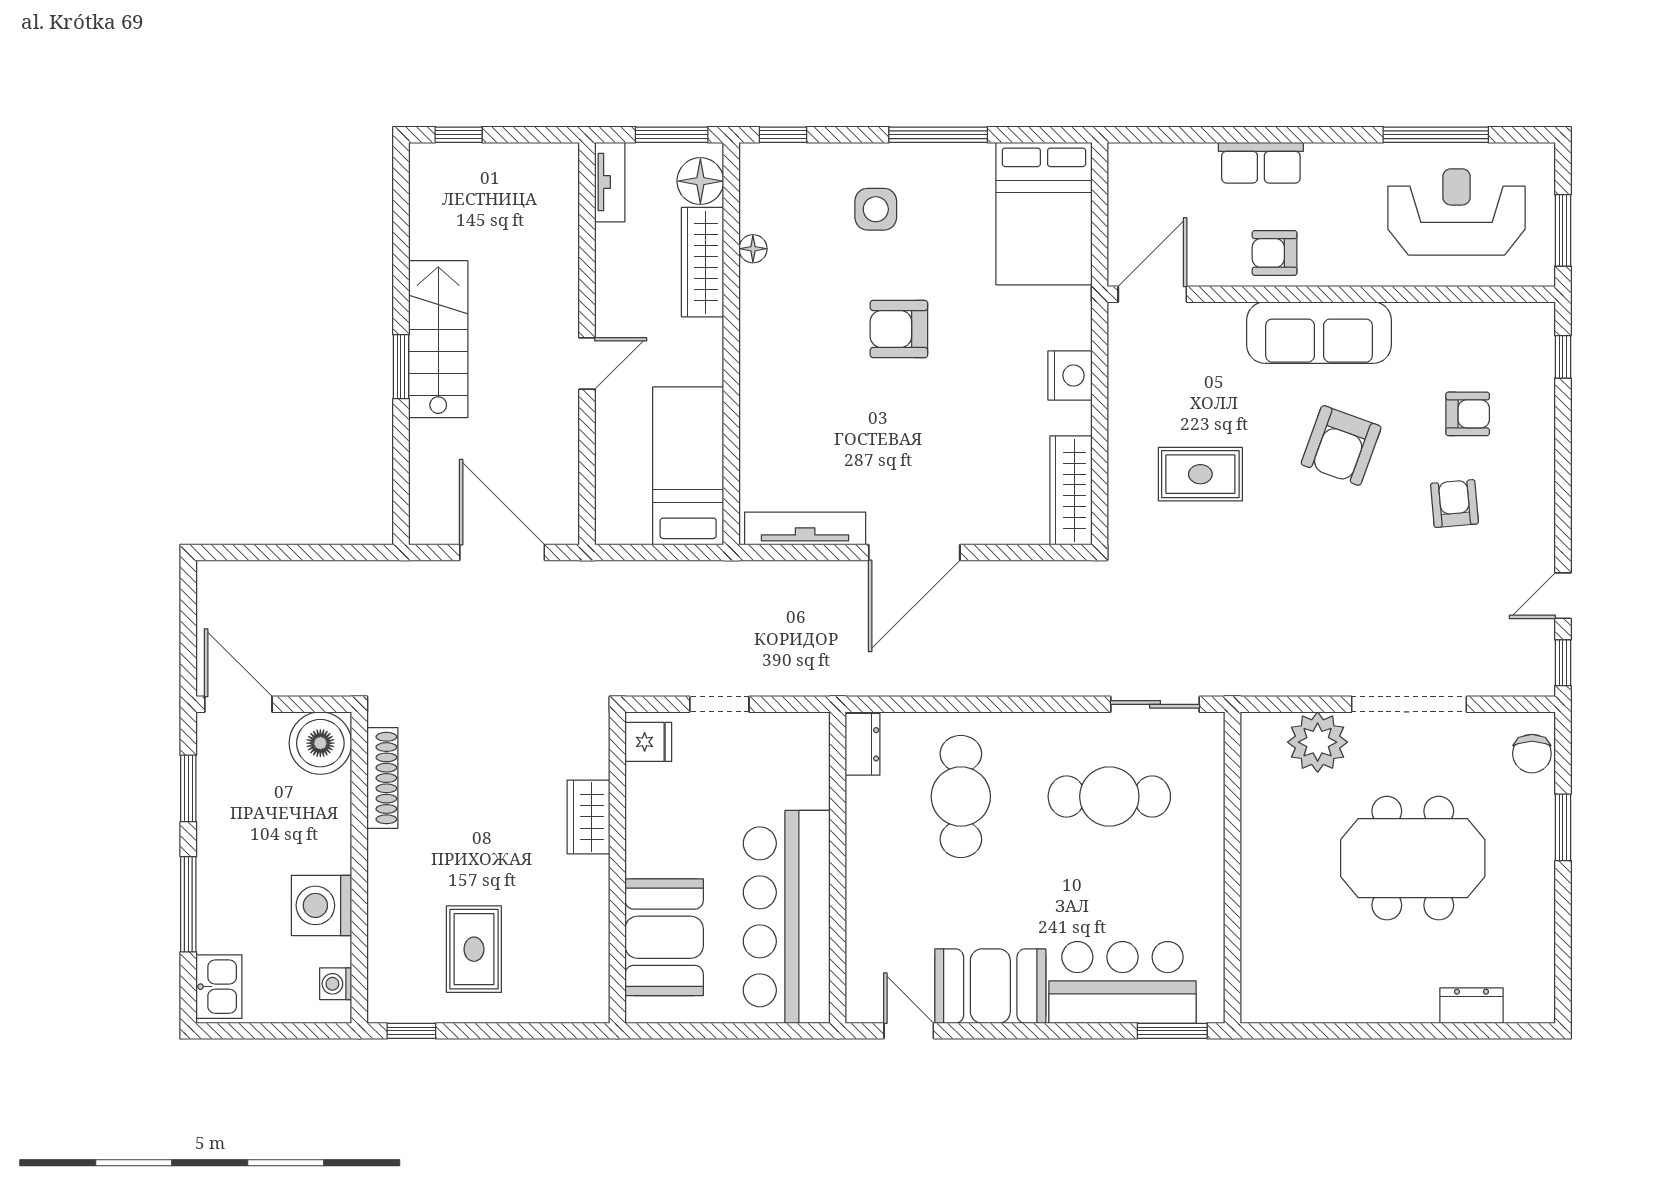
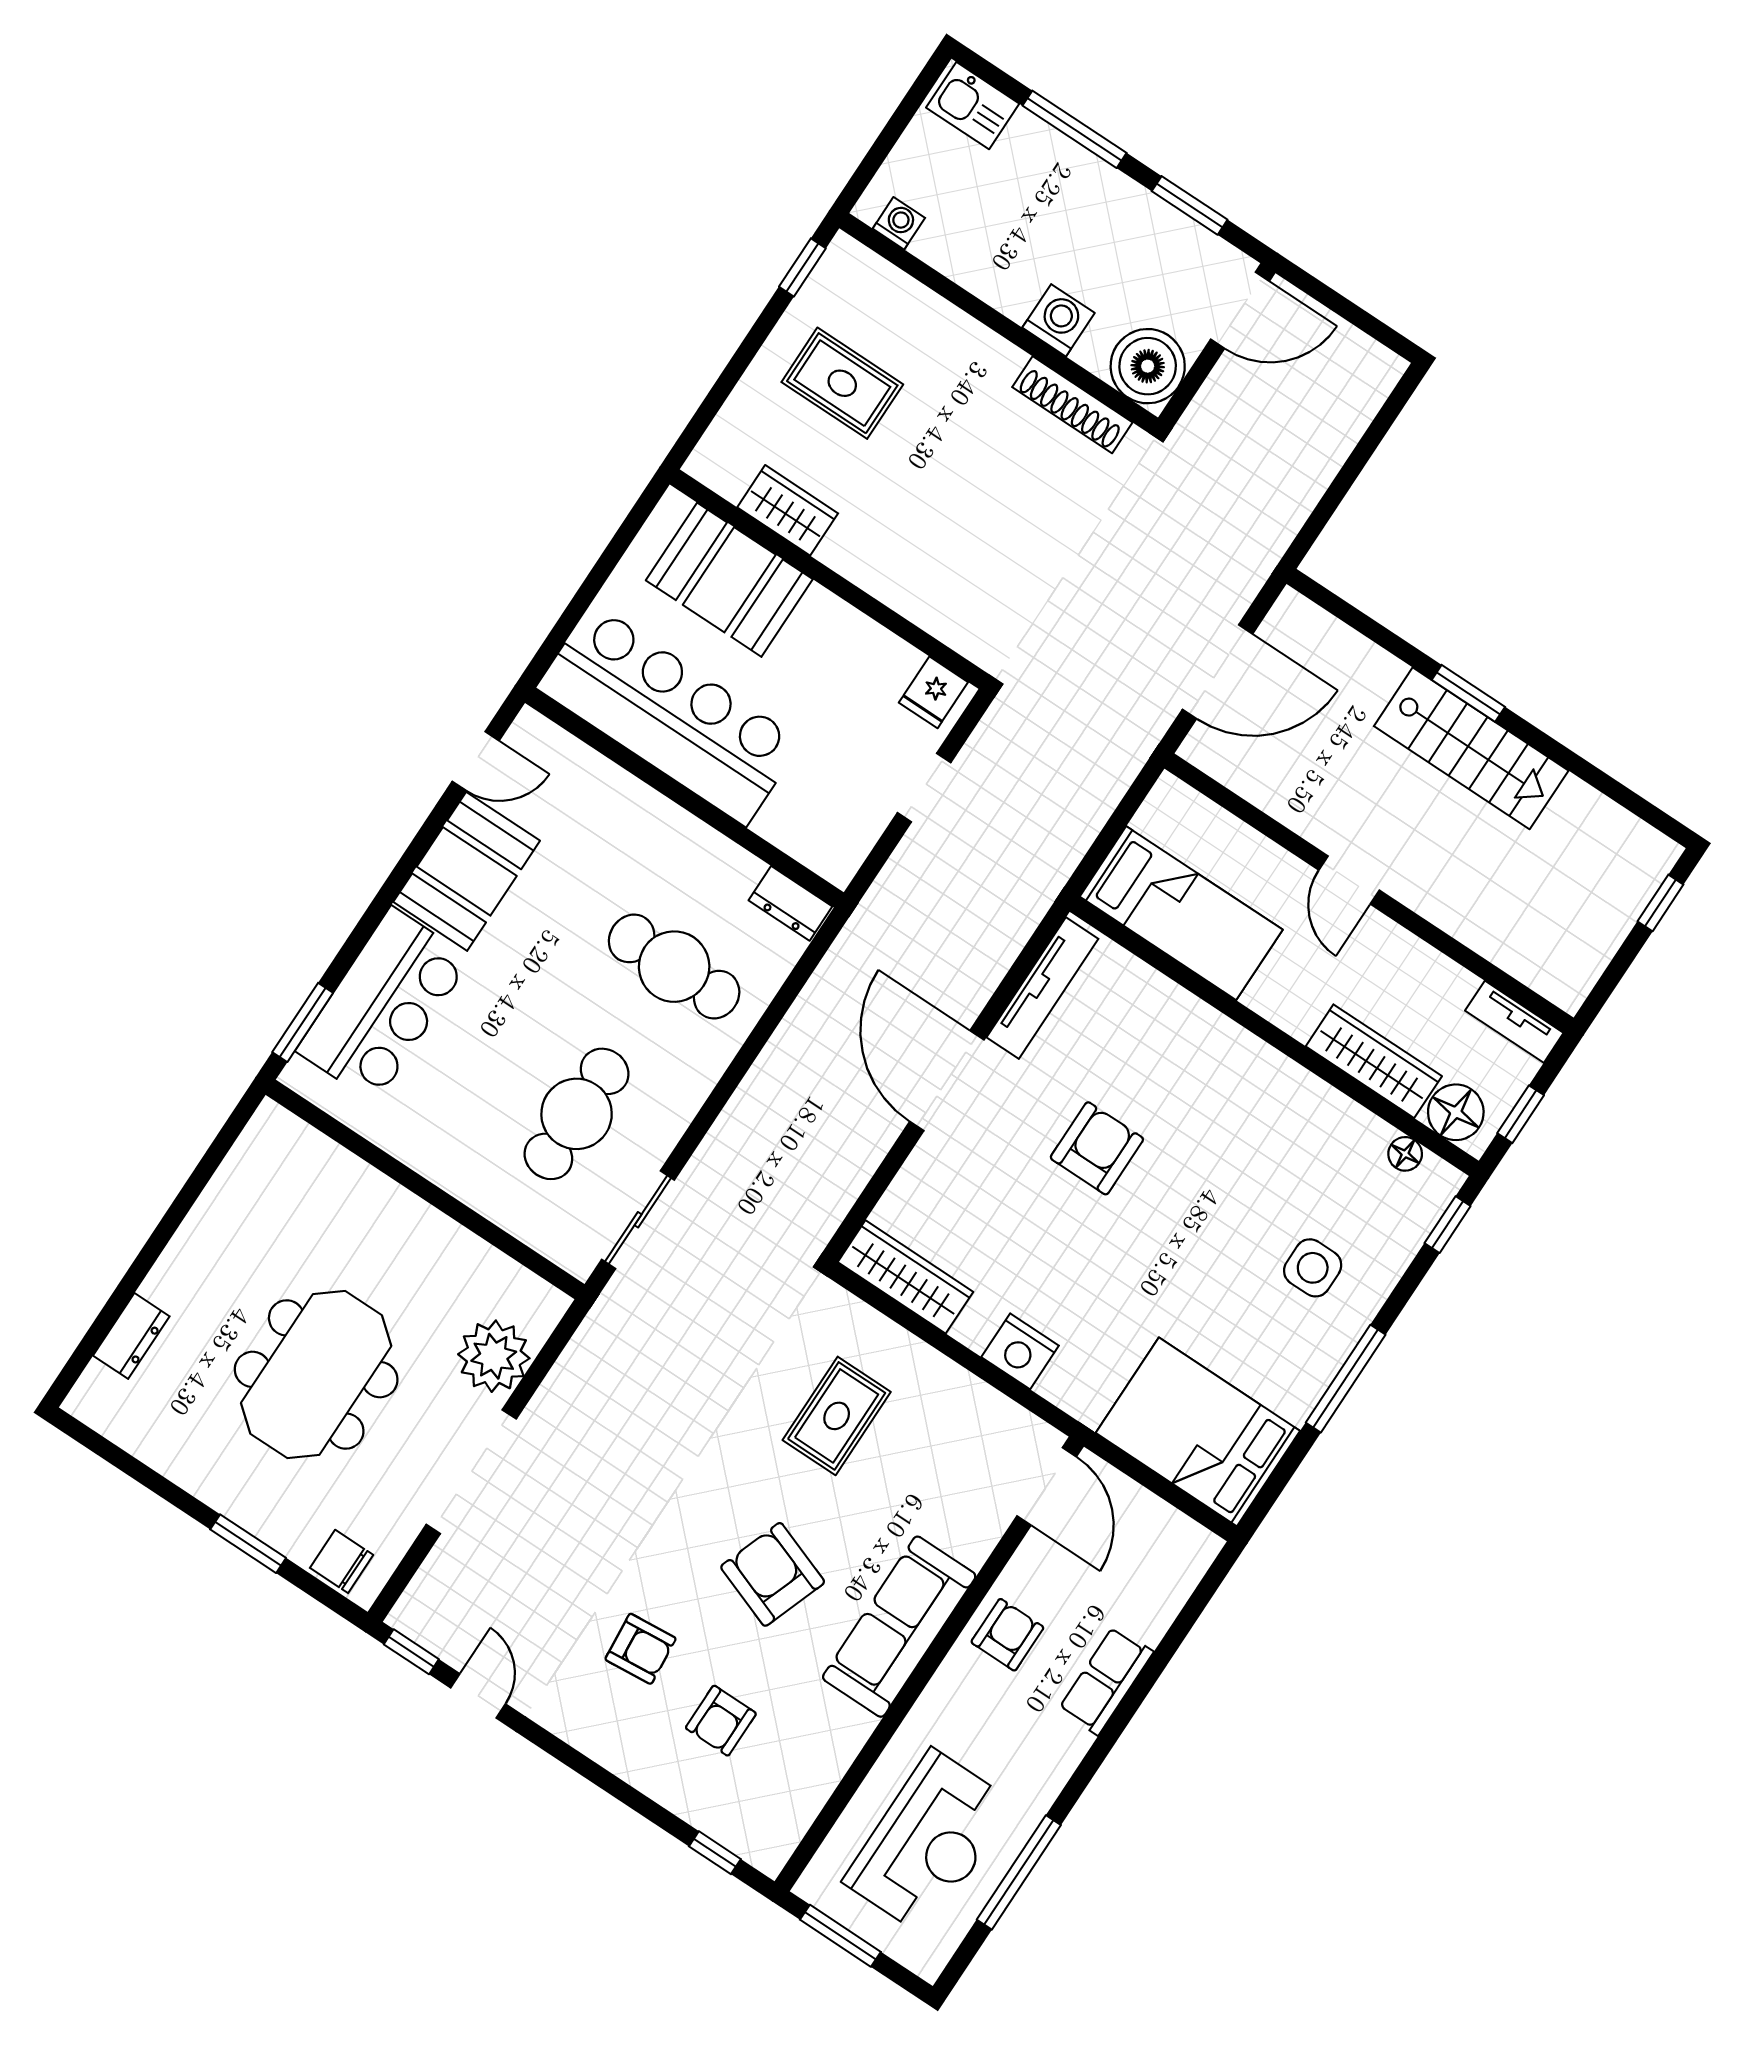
window: (672, 135) -> (1521, 1114), width x0.67
floor lamp: (753, 249) -> (1405, 1154), moved
armchair: (899, 329) -> (1097, 1148), moved
wardrobe: (588, 817) -> (788, 510), moved
washing machine: (321, 905) -> (1059, 320), moved, width x0.73, depth x0.73

